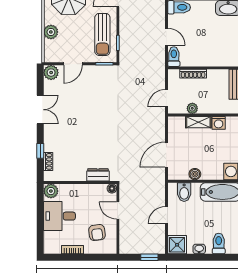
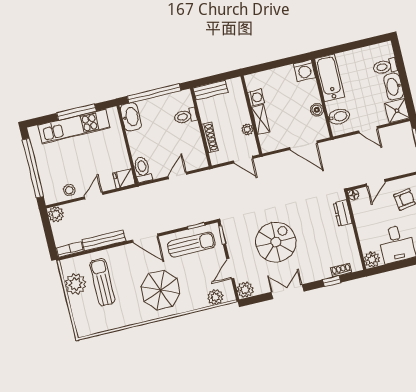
plant: (51, 32) -> (215, 297), moved
toilet: (174, 57) -> (185, 116), moved
door: (73, 64) -> (230, 269), swing flipped
spiral stairs: (87, 110) -> (276, 242), added
washbasin: (199, 249) -> (394, 87), width x1.91, depth x1.45

